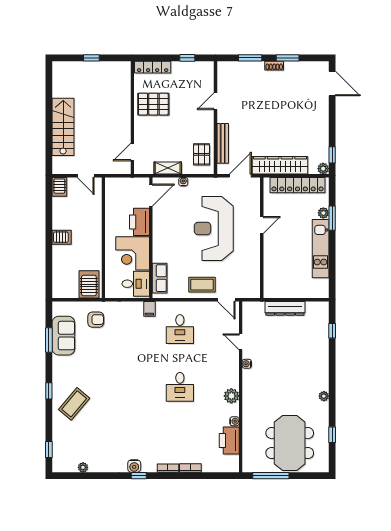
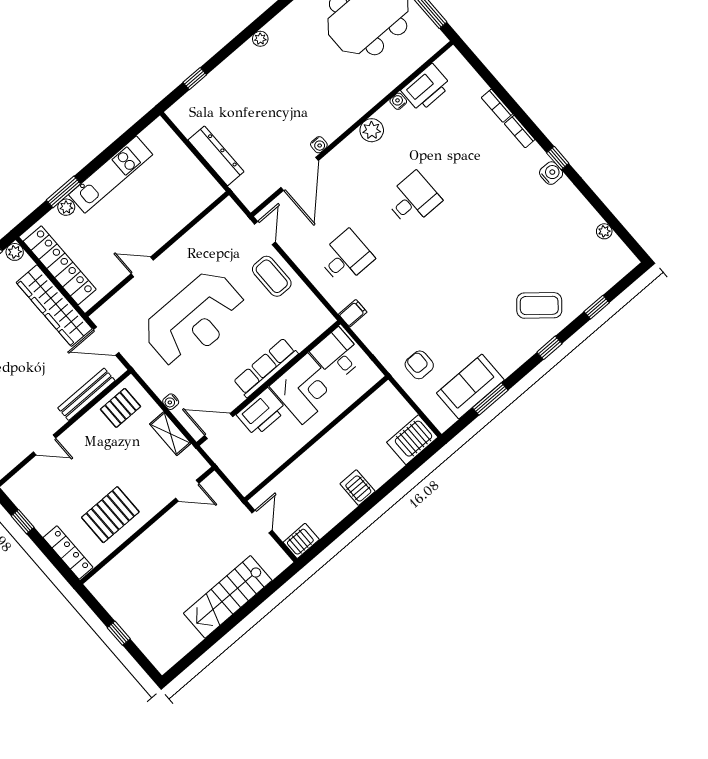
pallet: (153, 104) -> (110, 515), turned 90
row of seats: (160, 278) -> (266, 368), moved, width x1.48
server rack: (89, 284) -> (412, 440), moved
door: (241, 342) -> (300, 174), width x1.88
plant: (324, 396) -> (260, 39), moved
window: (49, 450) -> (597, 307), moved

